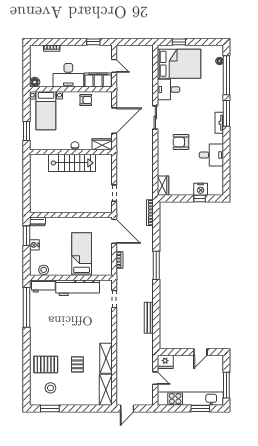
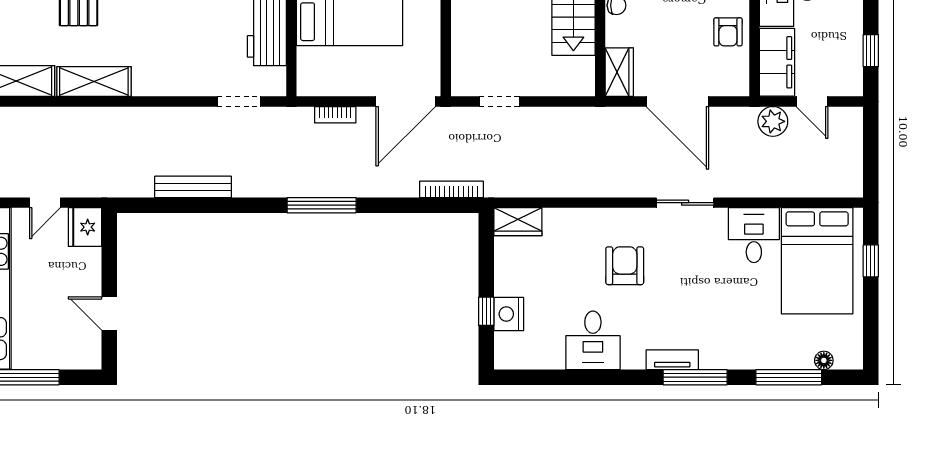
door: (114, 66) -> (812, 101), hinge flipped
window: (226, 75) -> (789, 377), width x0.68
plant: (122, 82) -> (773, 121), added

